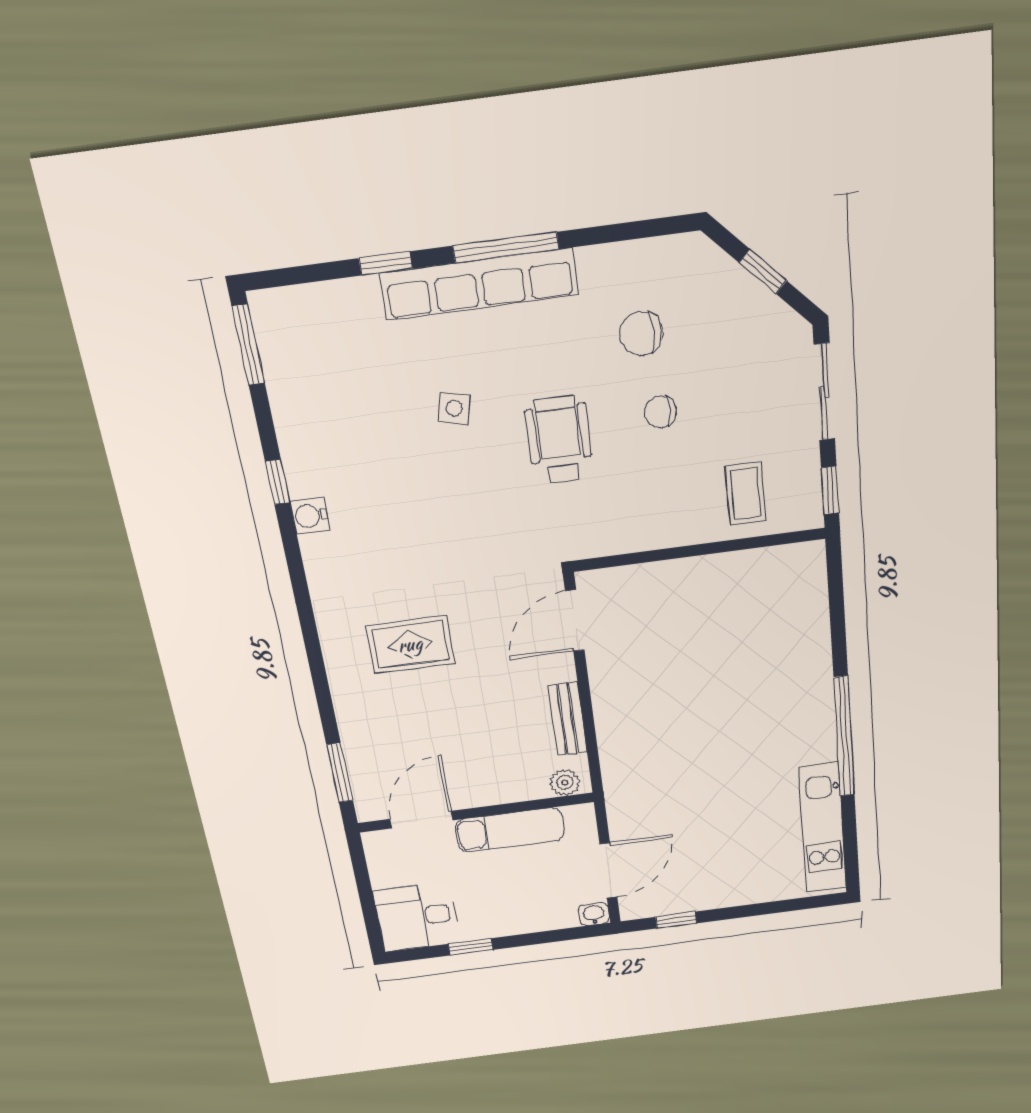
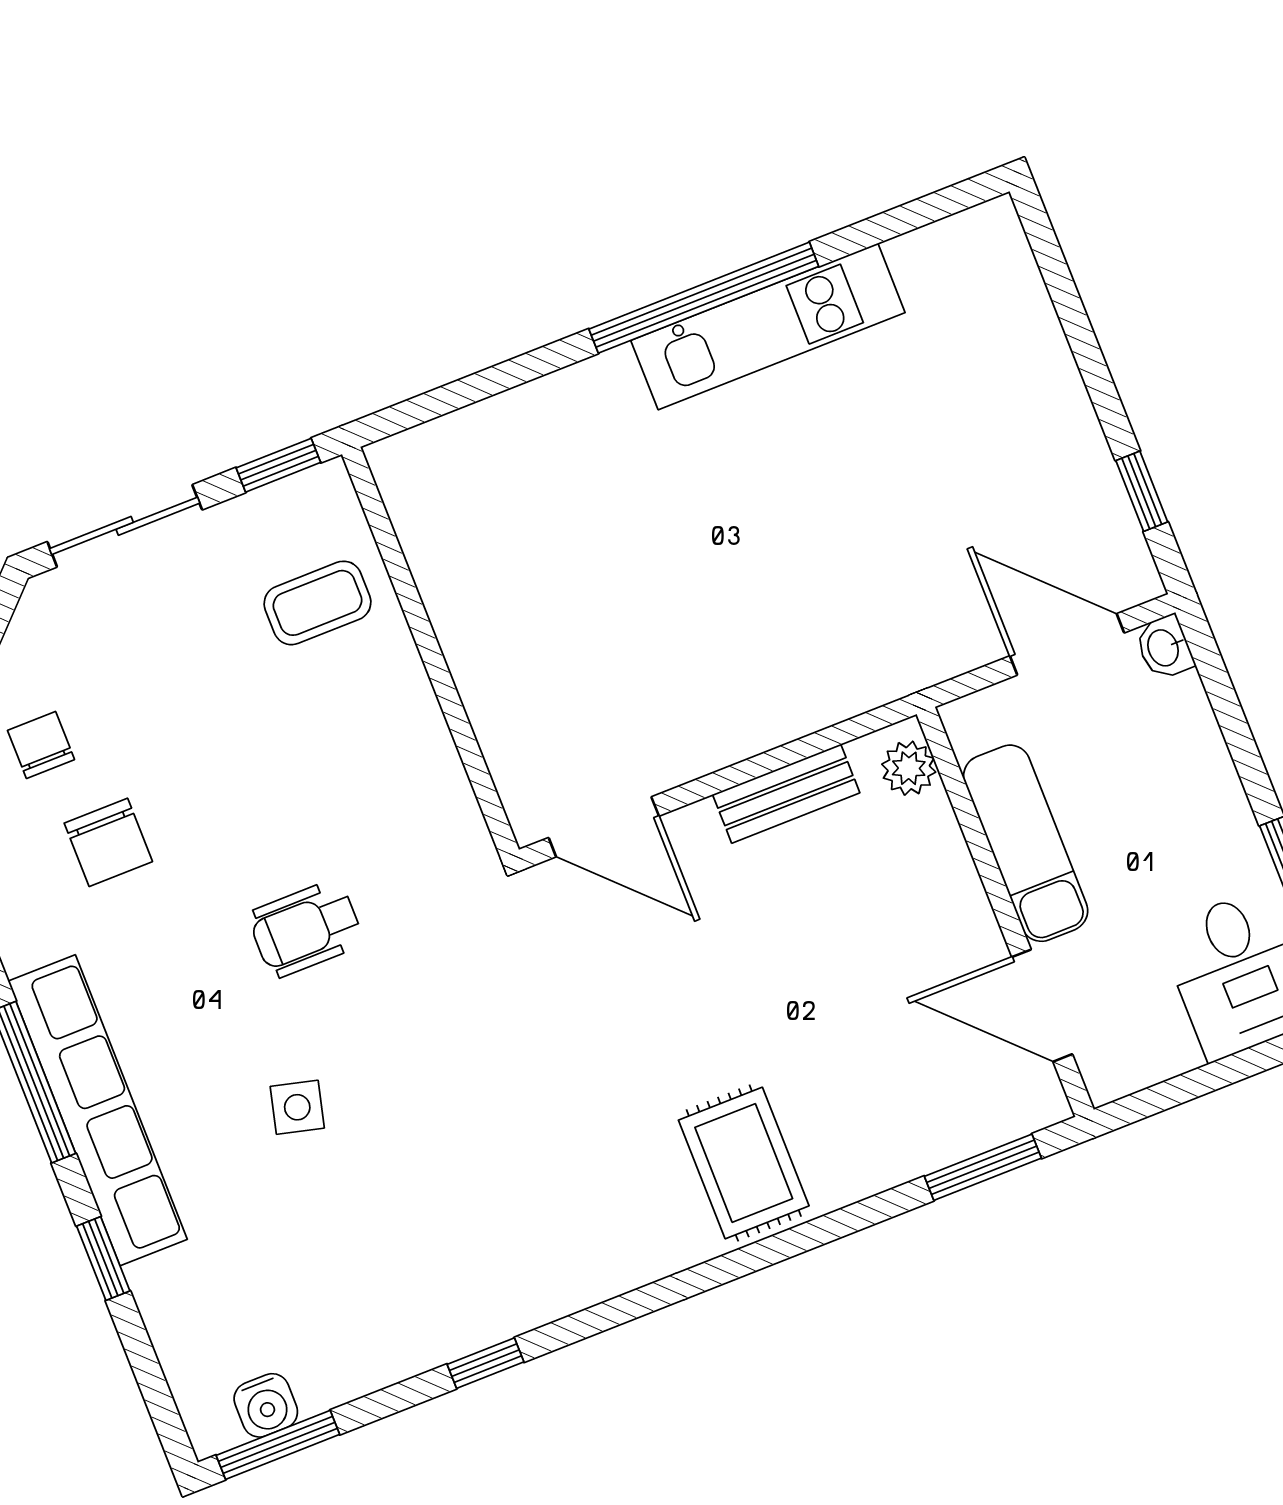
chair: (660, 412) -> (41, 745), moved, turned 180
wheelchair: (559, 440) -> (306, 929), width x0.73, depth x0.73
water cooler: (310, 516) -> (266, 1405), moved
rug: (410, 645) -> (744, 1163), moved
kitchen unit: (822, 828) -> (768, 327), moved

